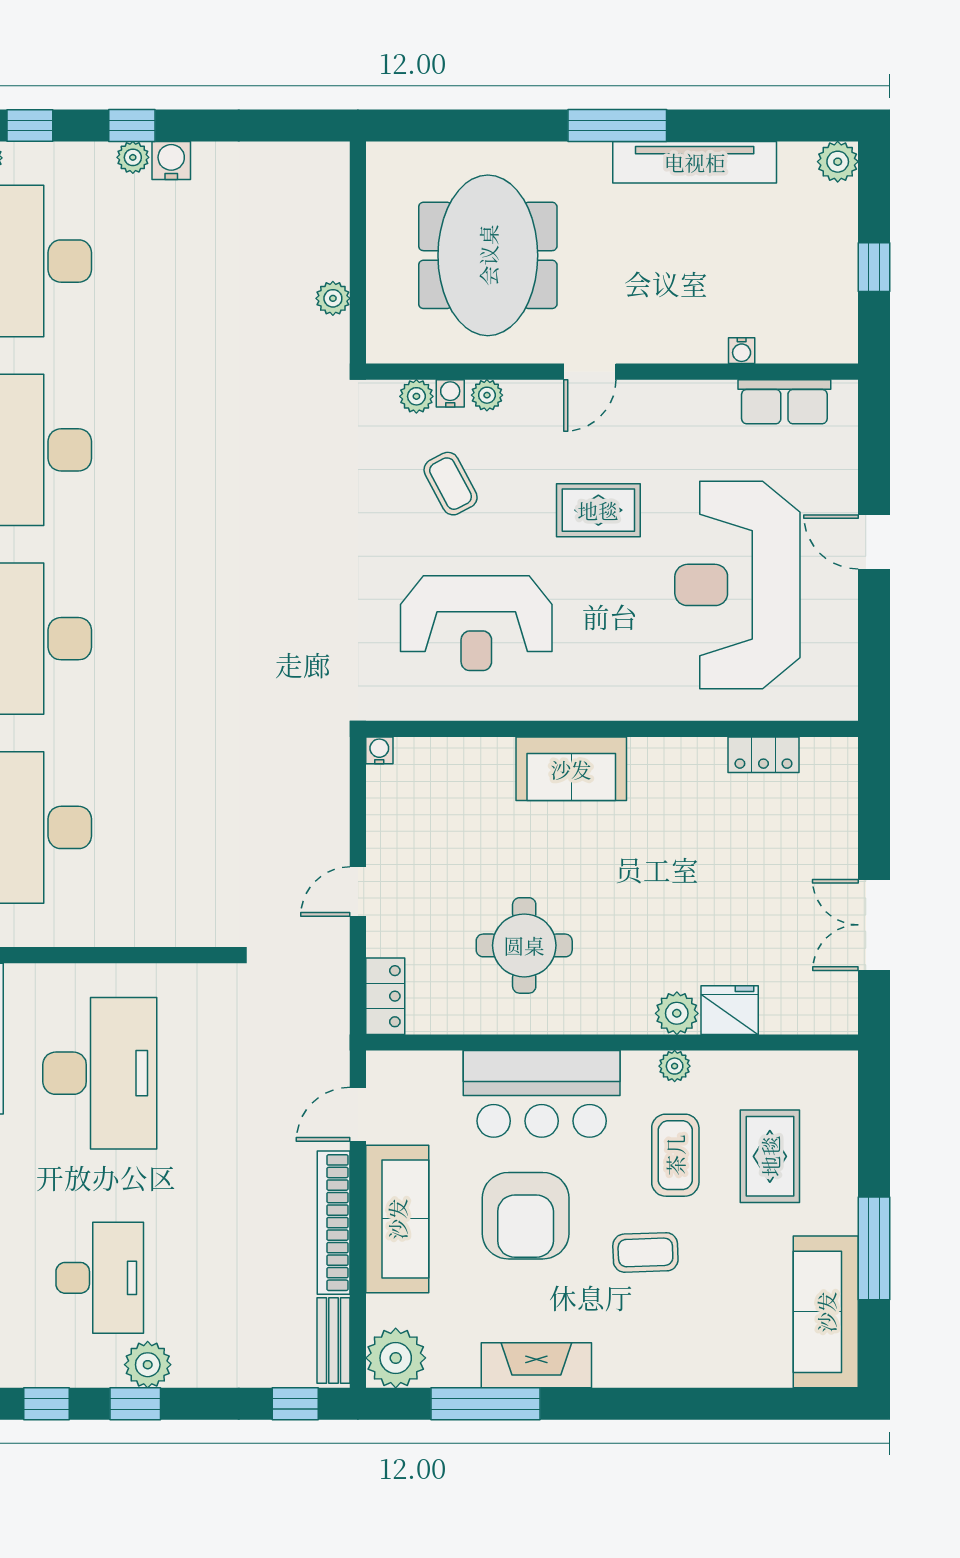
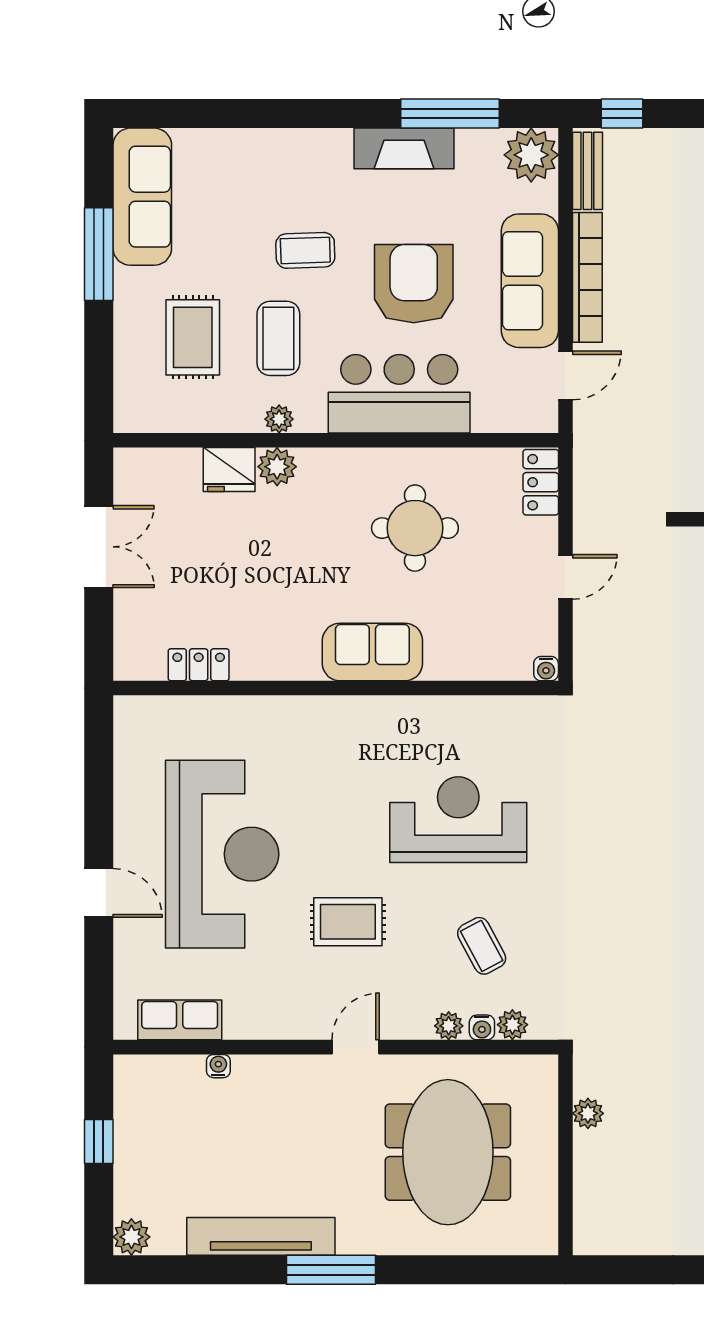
wall: (612, 729) -> (336, 688), moved
water cooler: (379, 750) -> (546, 669), moved
locker: (763, 755) -> (199, 665), moved
sofa: (571, 769) -> (372, 652), moved

